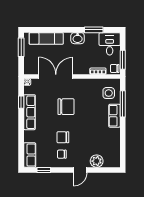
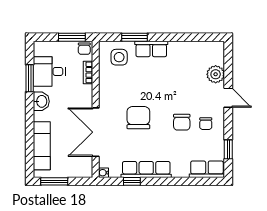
desk: (110, 44) -> (49, 71), moved
window: (123, 104) -> (135, 37), width x0.69

